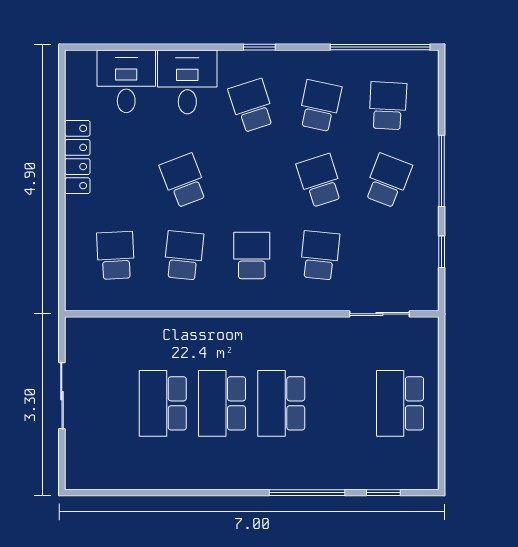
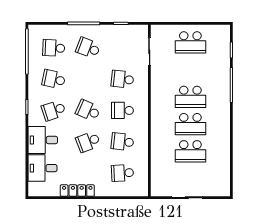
school desk: (320, 181) -> (88, 110), moved, turned 42

